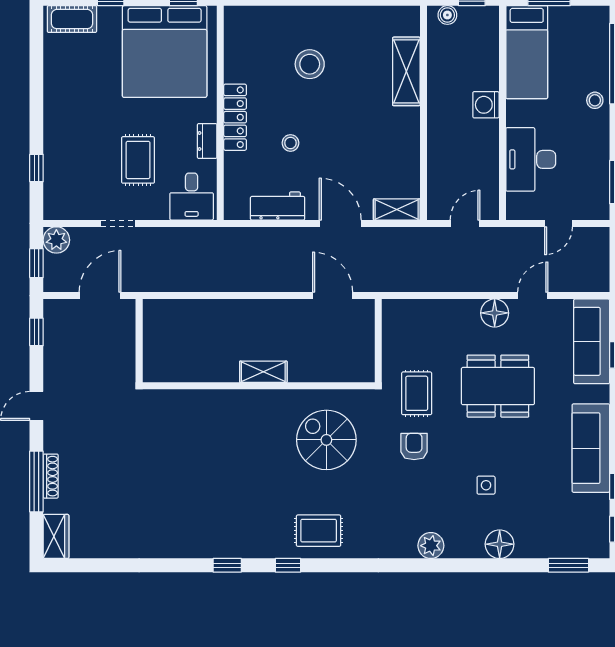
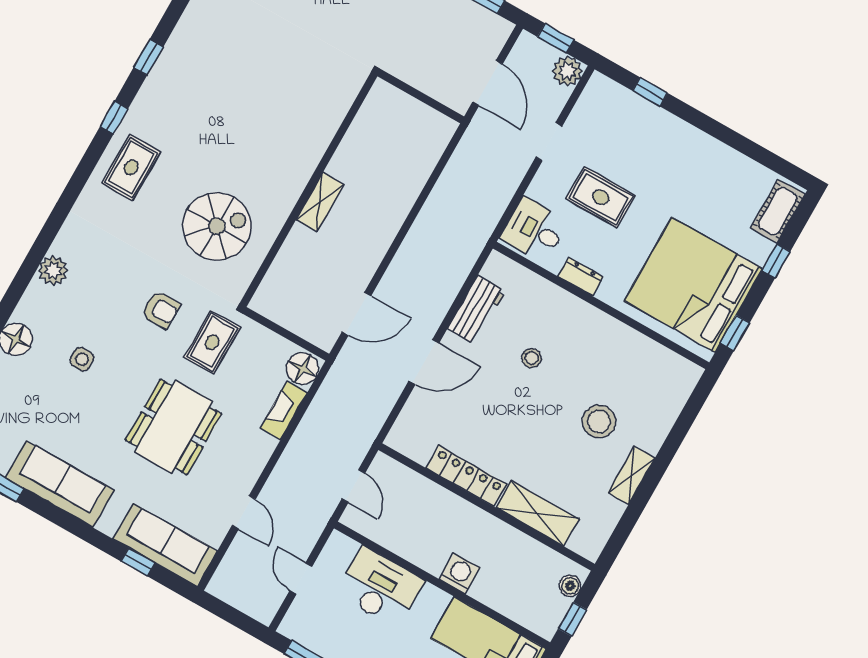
locker: (235, 117) -> (466, 476), moved, turned 180
shelving: (397, 209) -> (631, 476), moved
fireplace: (437, 309) -> (284, 410), added
floor lamp: (495, 313) -> (302, 369), moved
rug: (417, 393) -> (212, 342), turned 90

